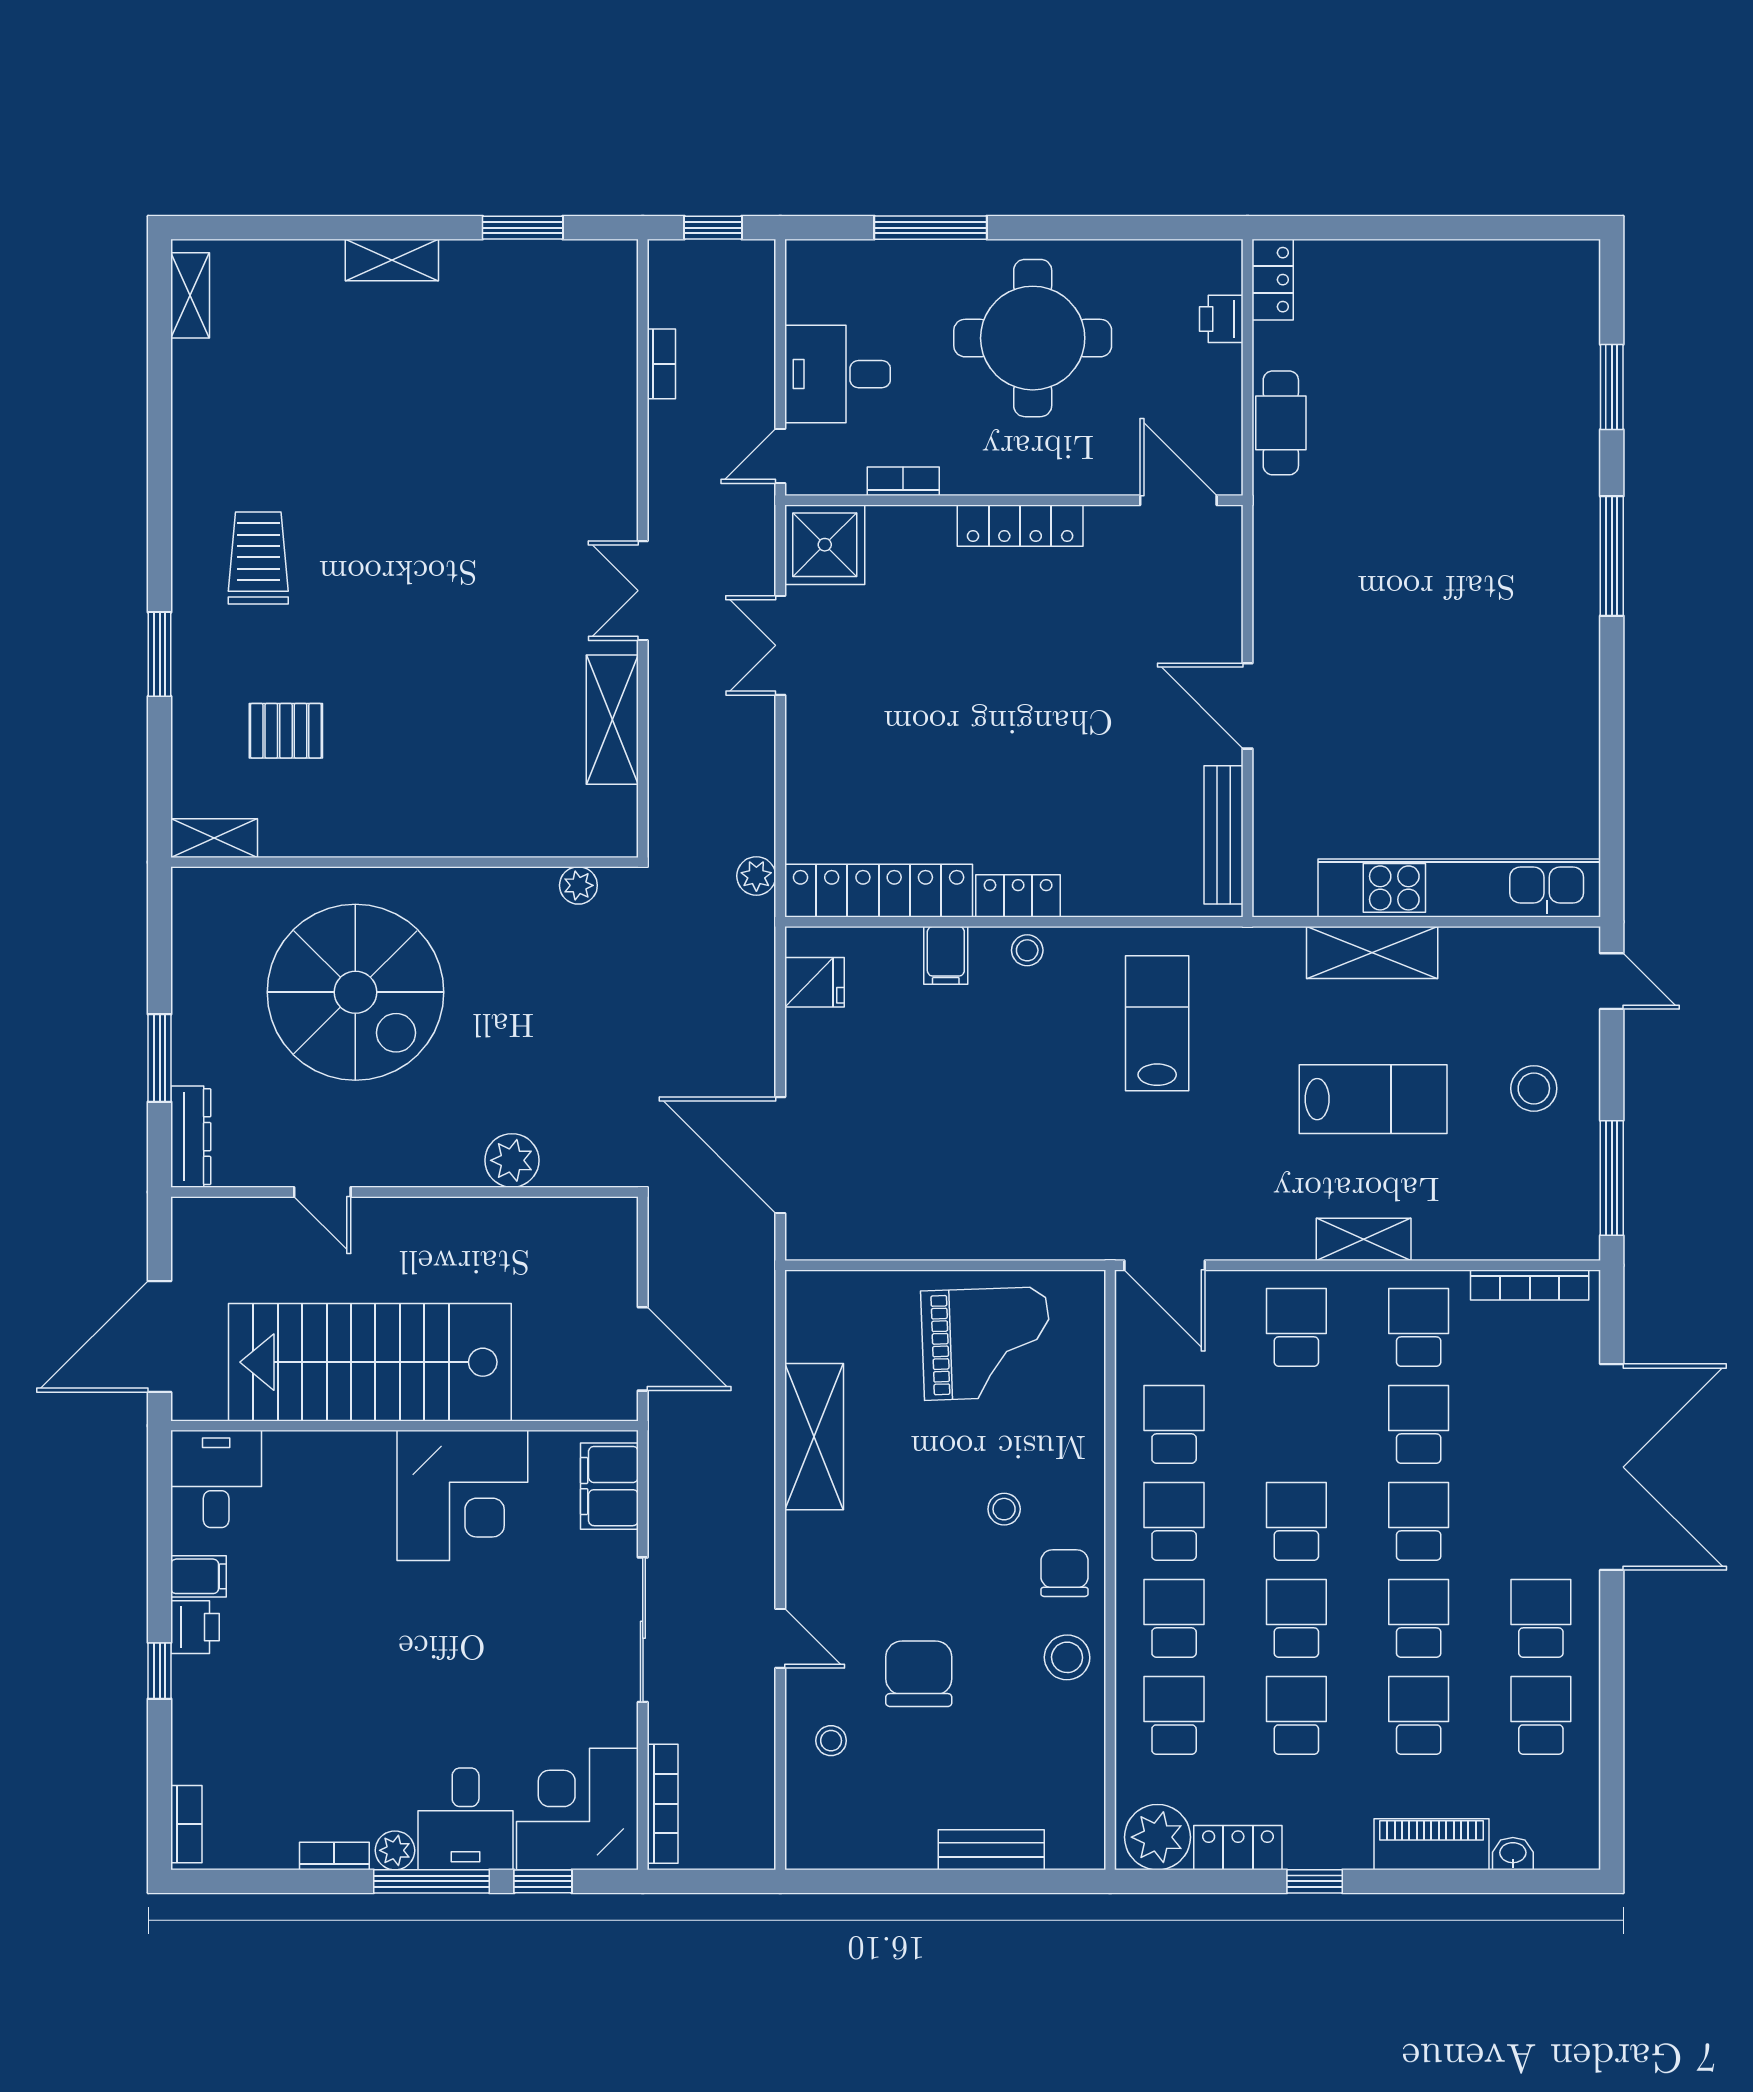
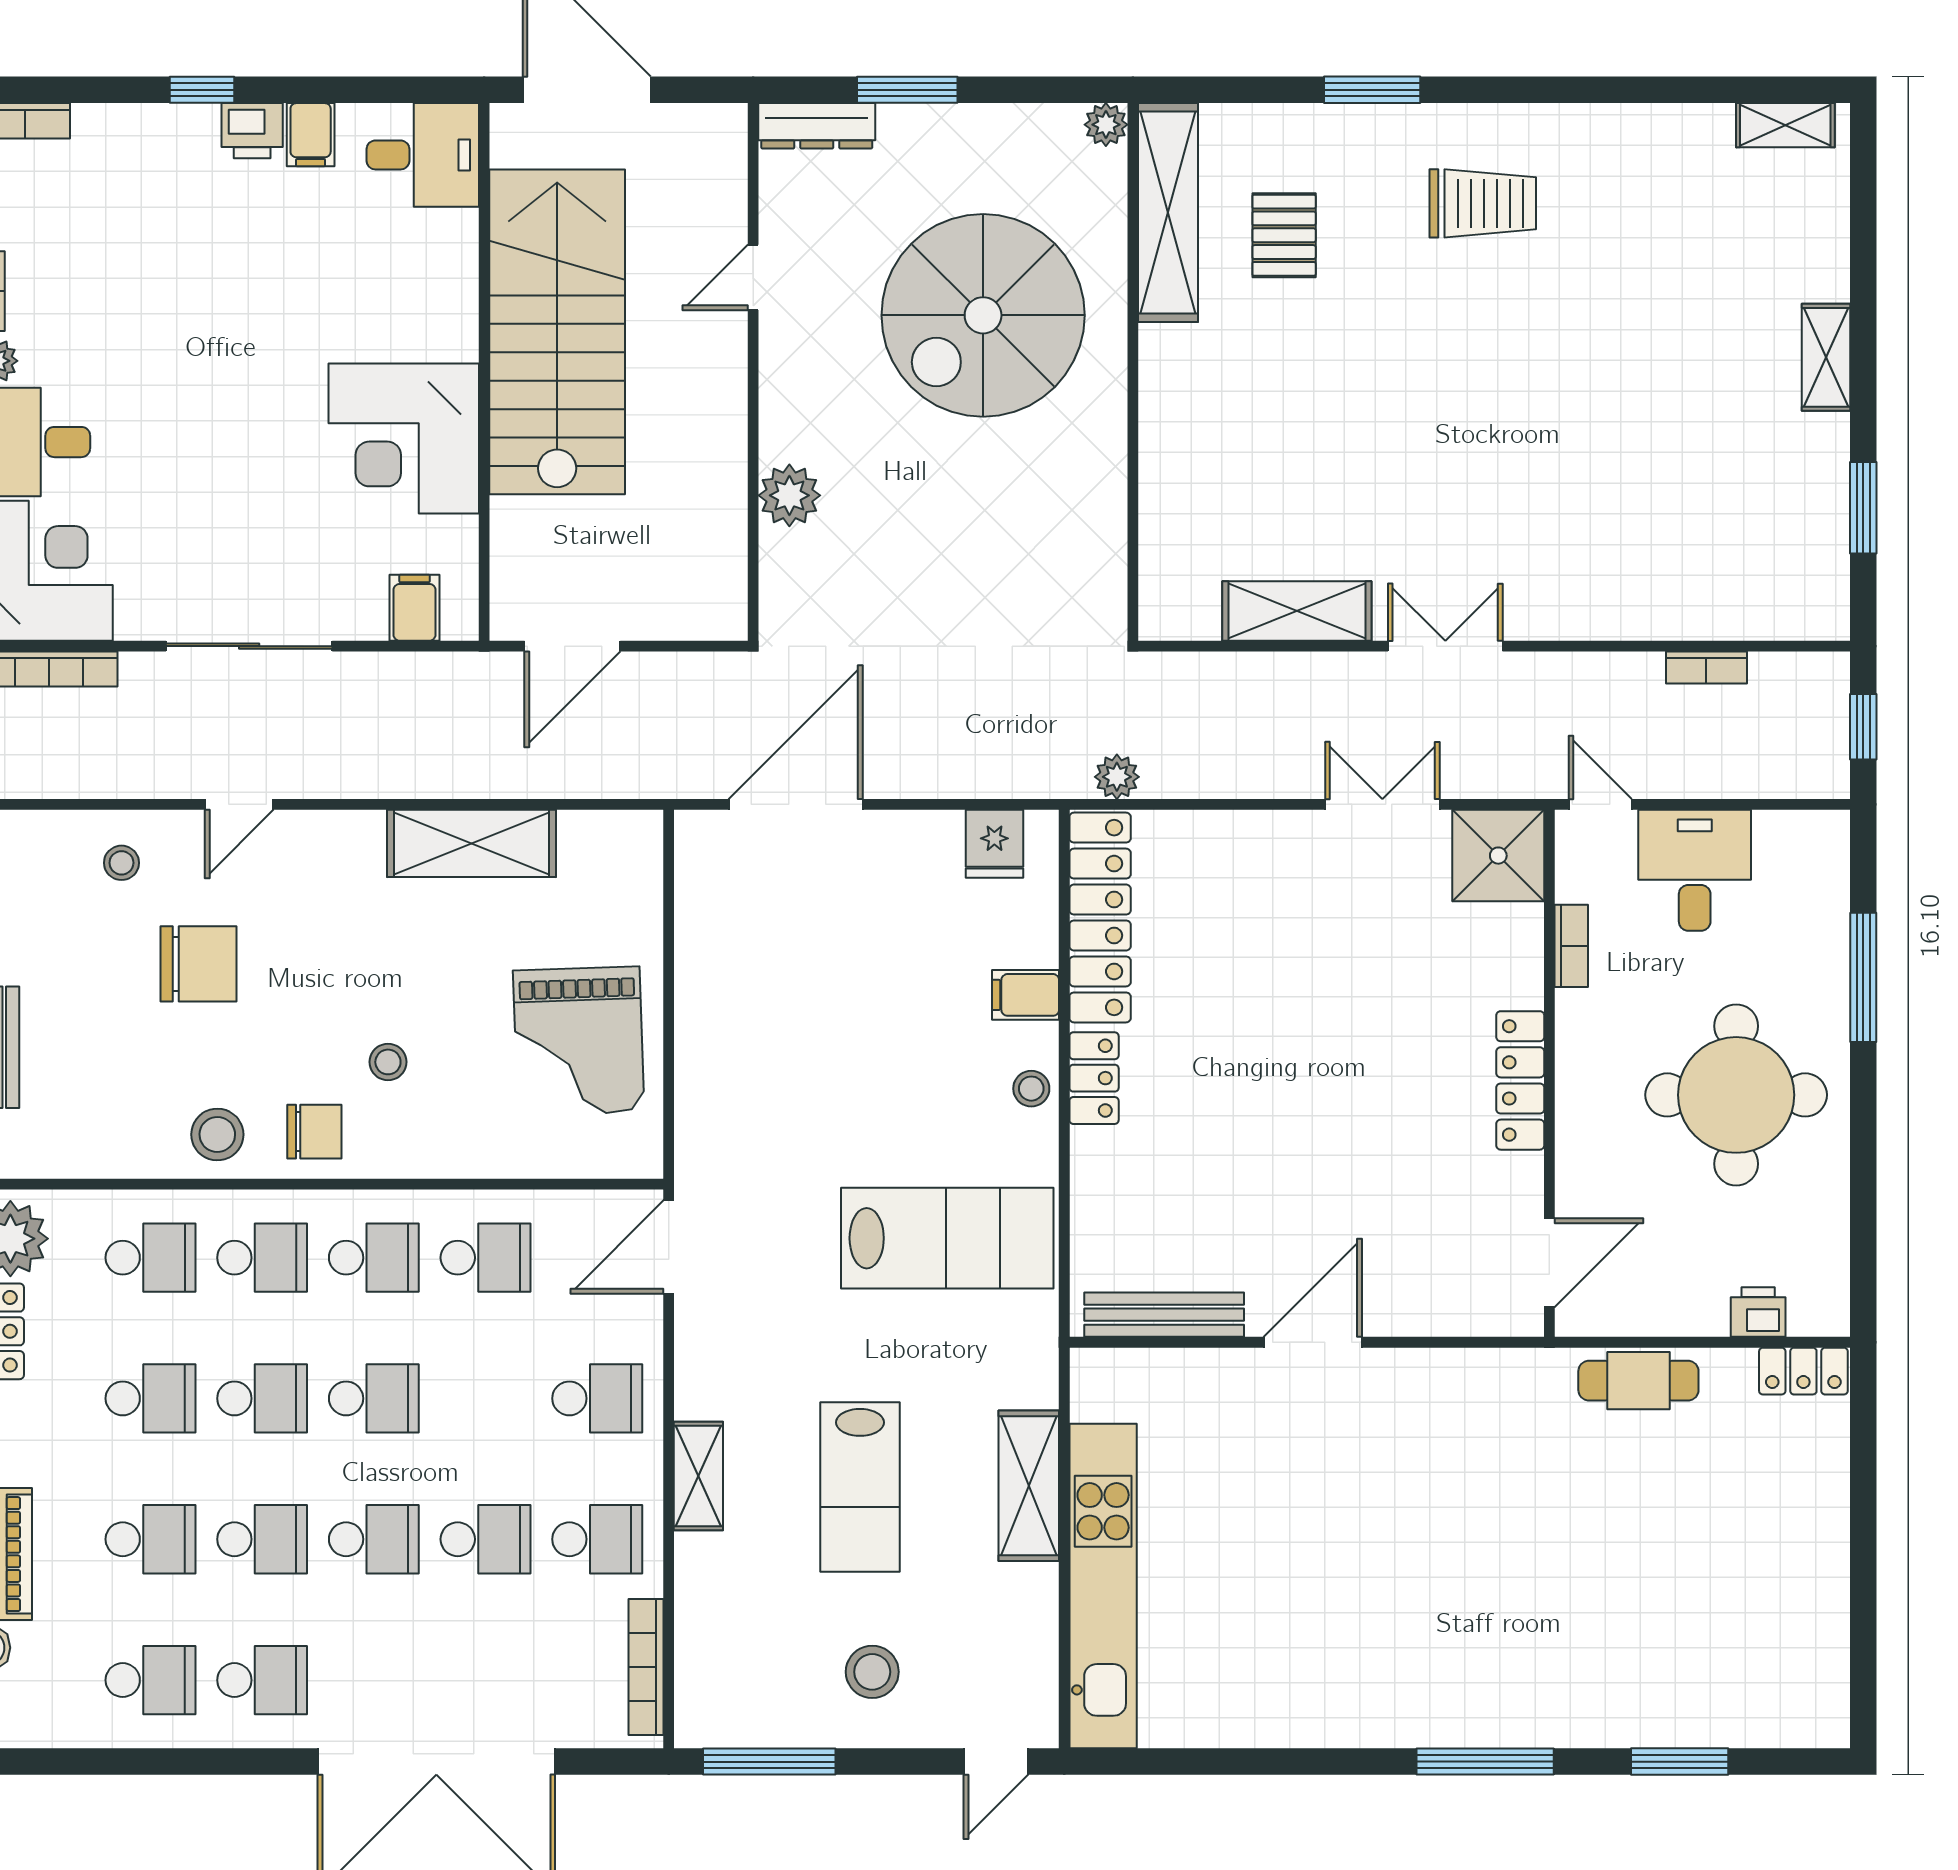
shelving: (214, 838) -> (1168, 213), width x2.20, depth x1.33
plant: (578, 885) -> (1106, 125), moved
lab bench: (1157, 1023) -> (947, 1238), width x1.36, depth x1.39
filing cabinet: (609, 1486) -> (415, 608), width x0.50

